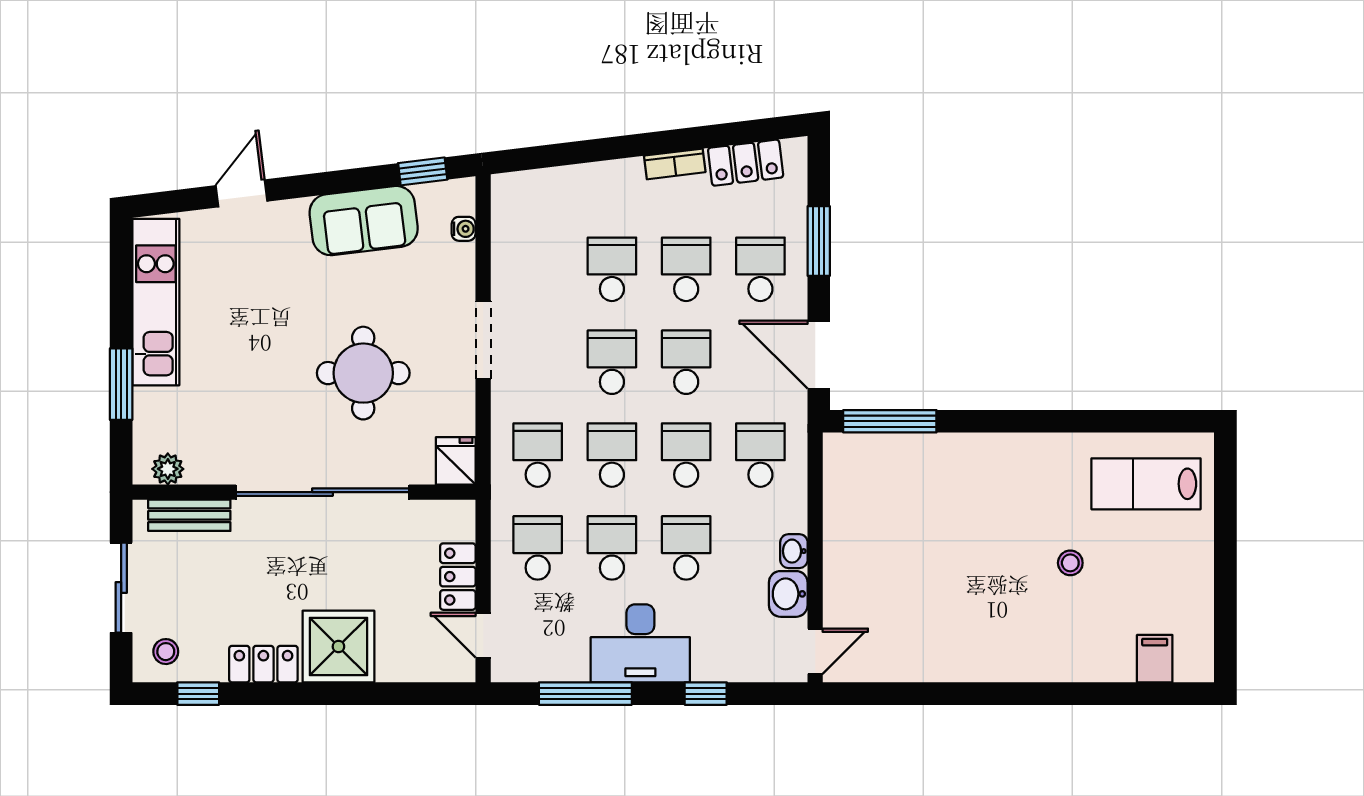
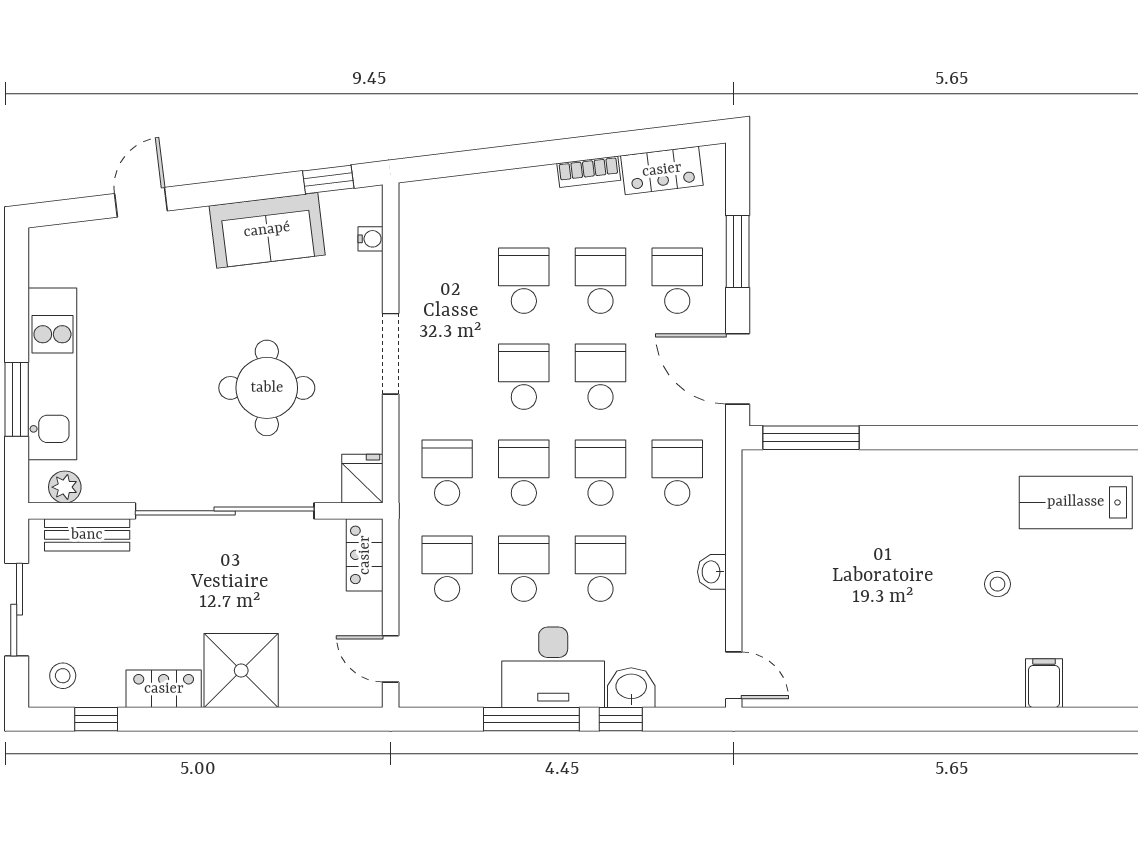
kitchen unit: (156, 302) -> (52, 374), moved
locker: (458, 577) -> (365, 555), moved
washbasin: (788, 594) -> (631, 688), moved, turned 90
door: (815, 651) -> (734, 675), hinge flipped
filing cabinet: (1155, 659) -> (1044, 683), moved
window: (585, 694) -> (531, 719), moved

